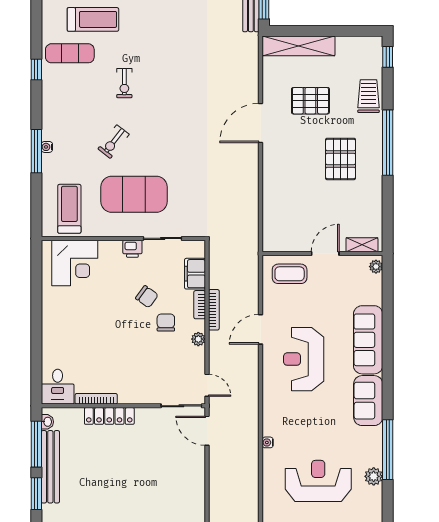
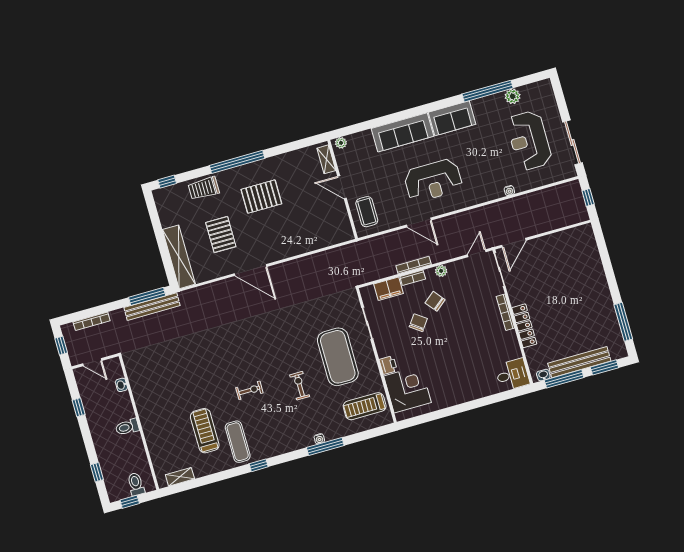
exercise bike: (114, 142) -> (300, 386), turned -128
printer: (132, 249) -> (388, 365), moved
chair: (166, 322) -> (435, 301), turned 51
bookcase: (96, 399) -> (505, 312), moved

